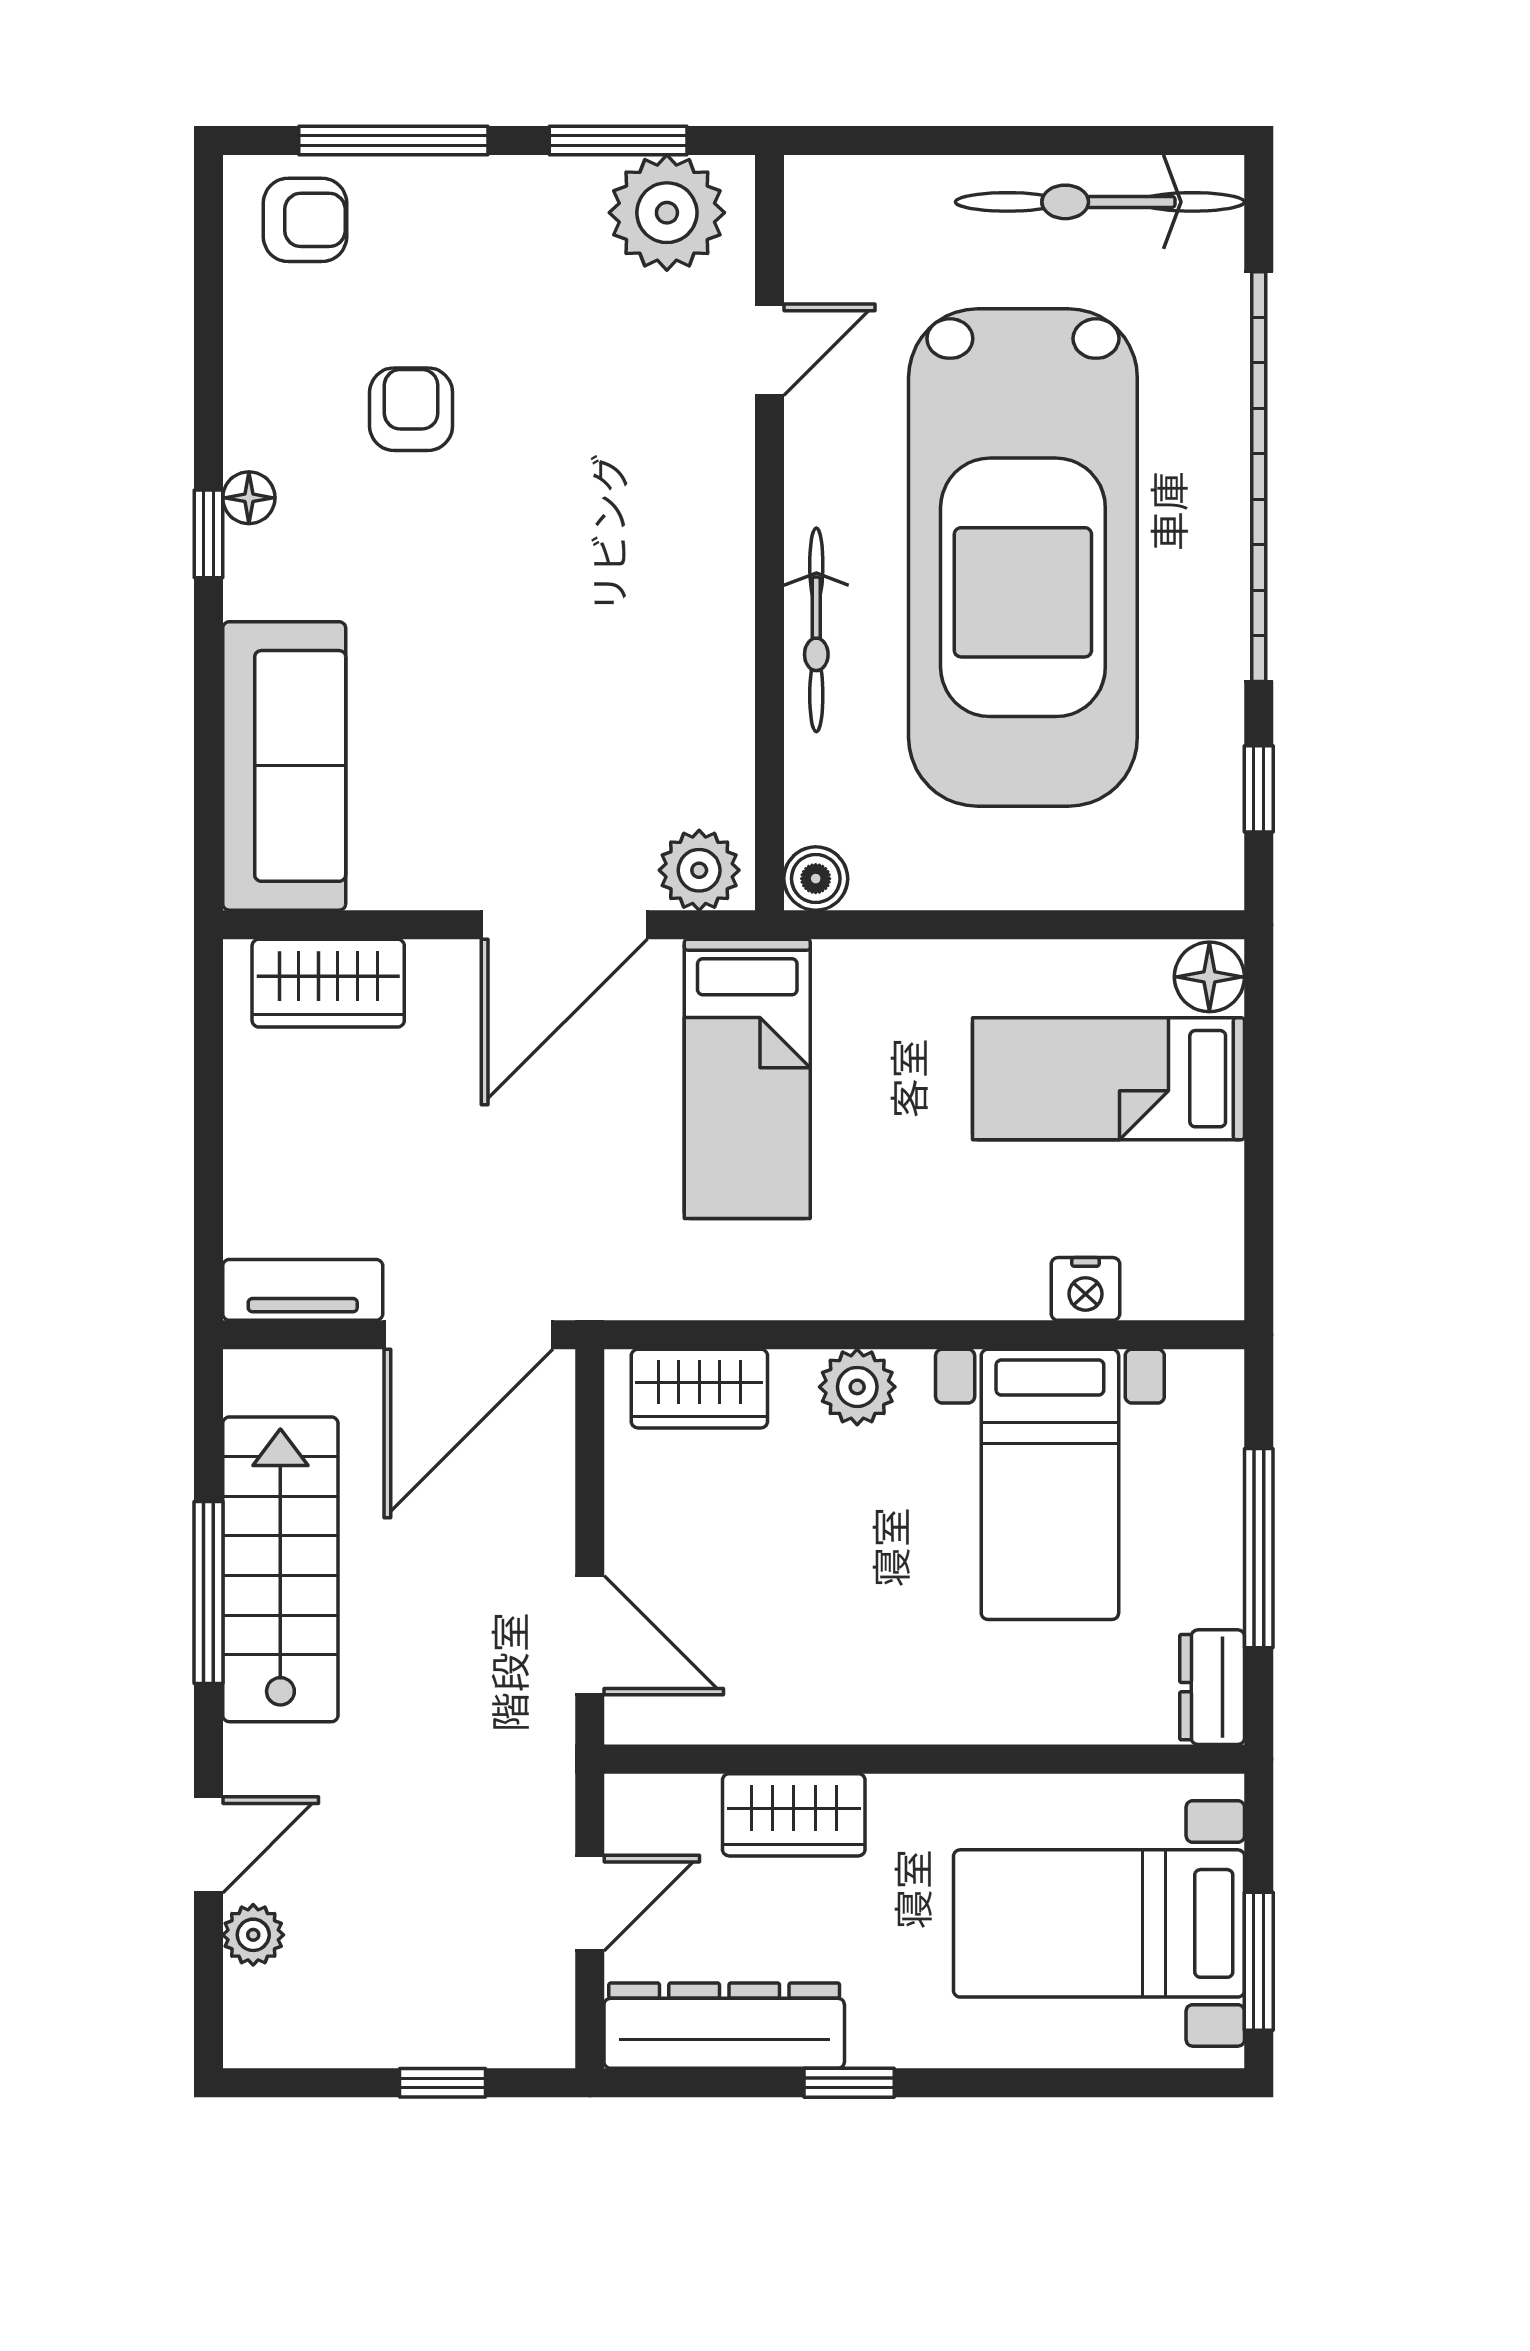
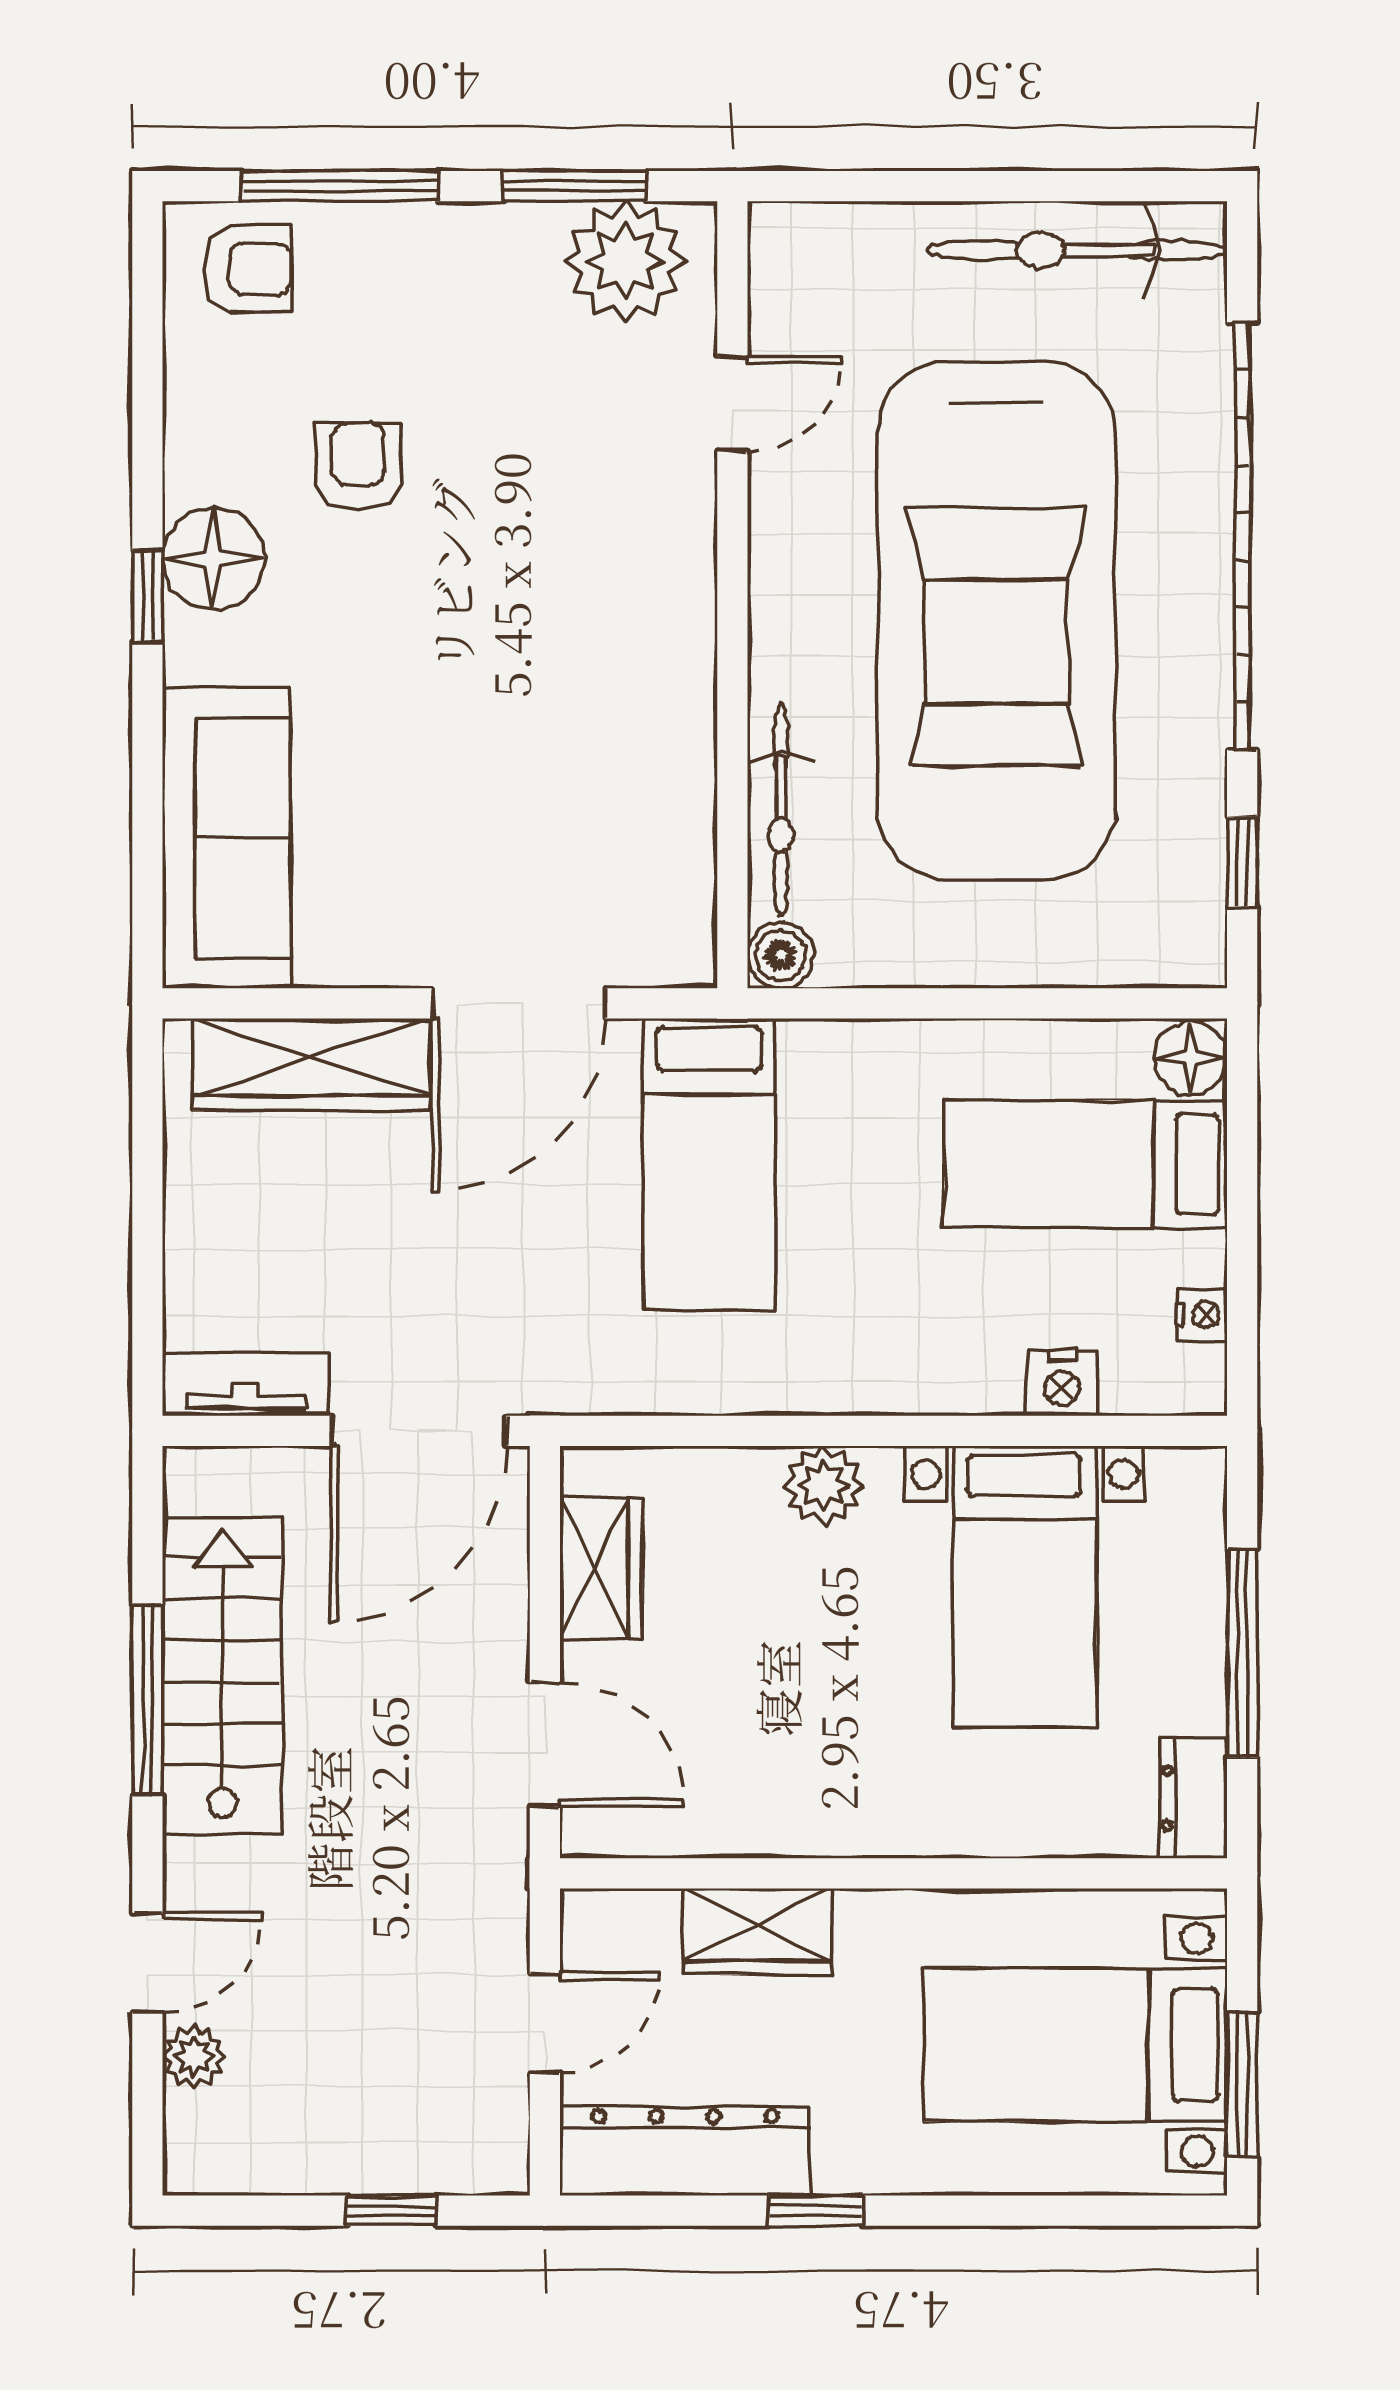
floor lamp: (249, 498) -> (214, 558), width x1.89, depth x1.89
bicycle: (816, 630) -> (781, 810), moved
plant: (699, 870) -> (659, 947), removed
wardrobe: (328, 983) -> (312, 1064), width x1.50
nightstand: (1220, 1223) -> (1202, 1315), added
wardrobe: (699, 1389) -> (601, 1568), moved, turned -90

